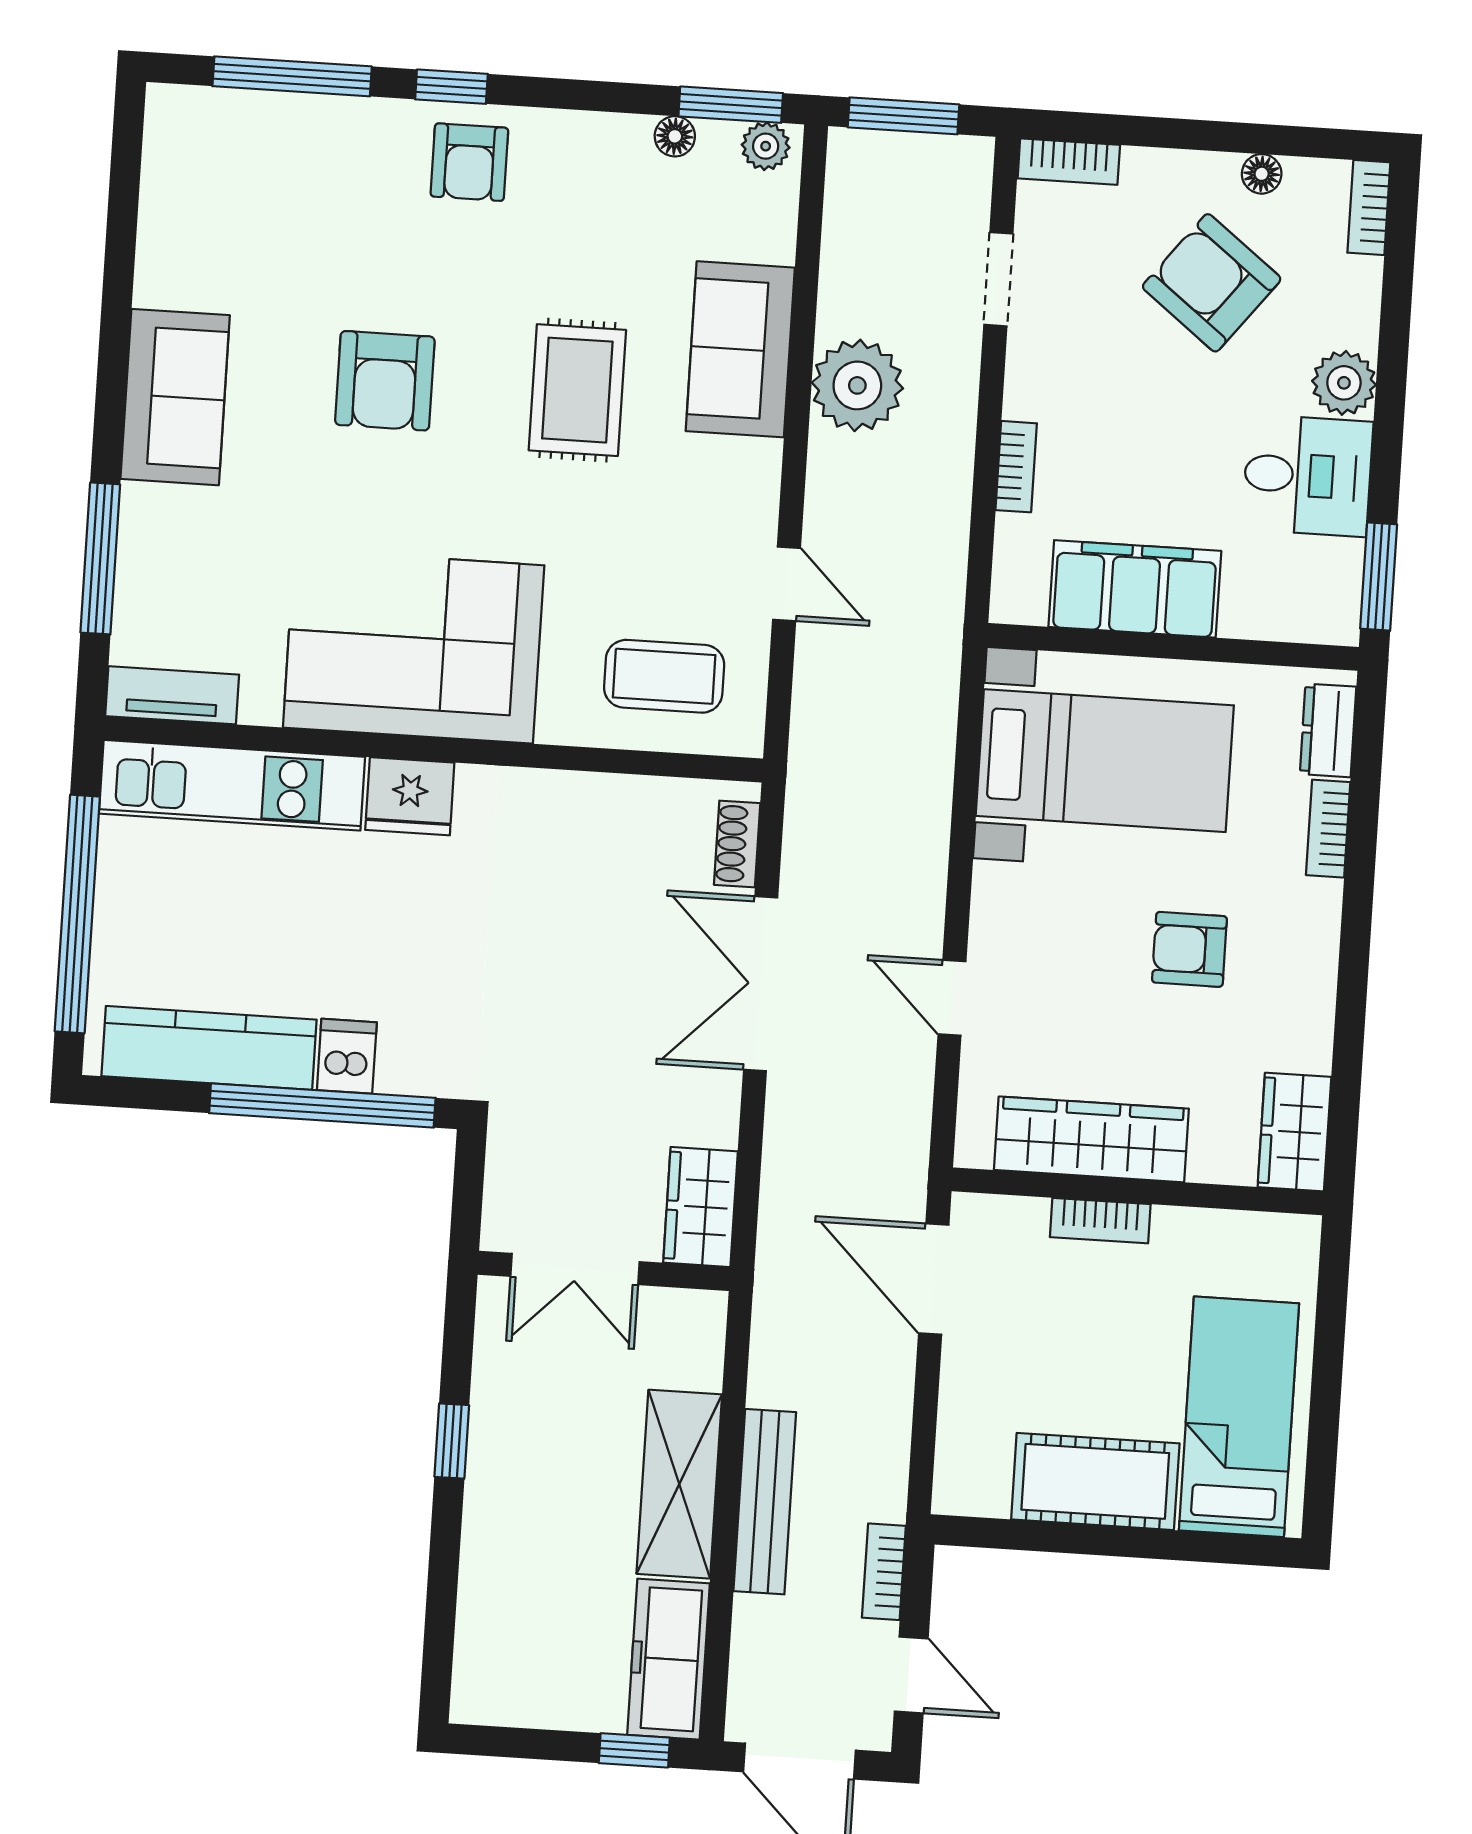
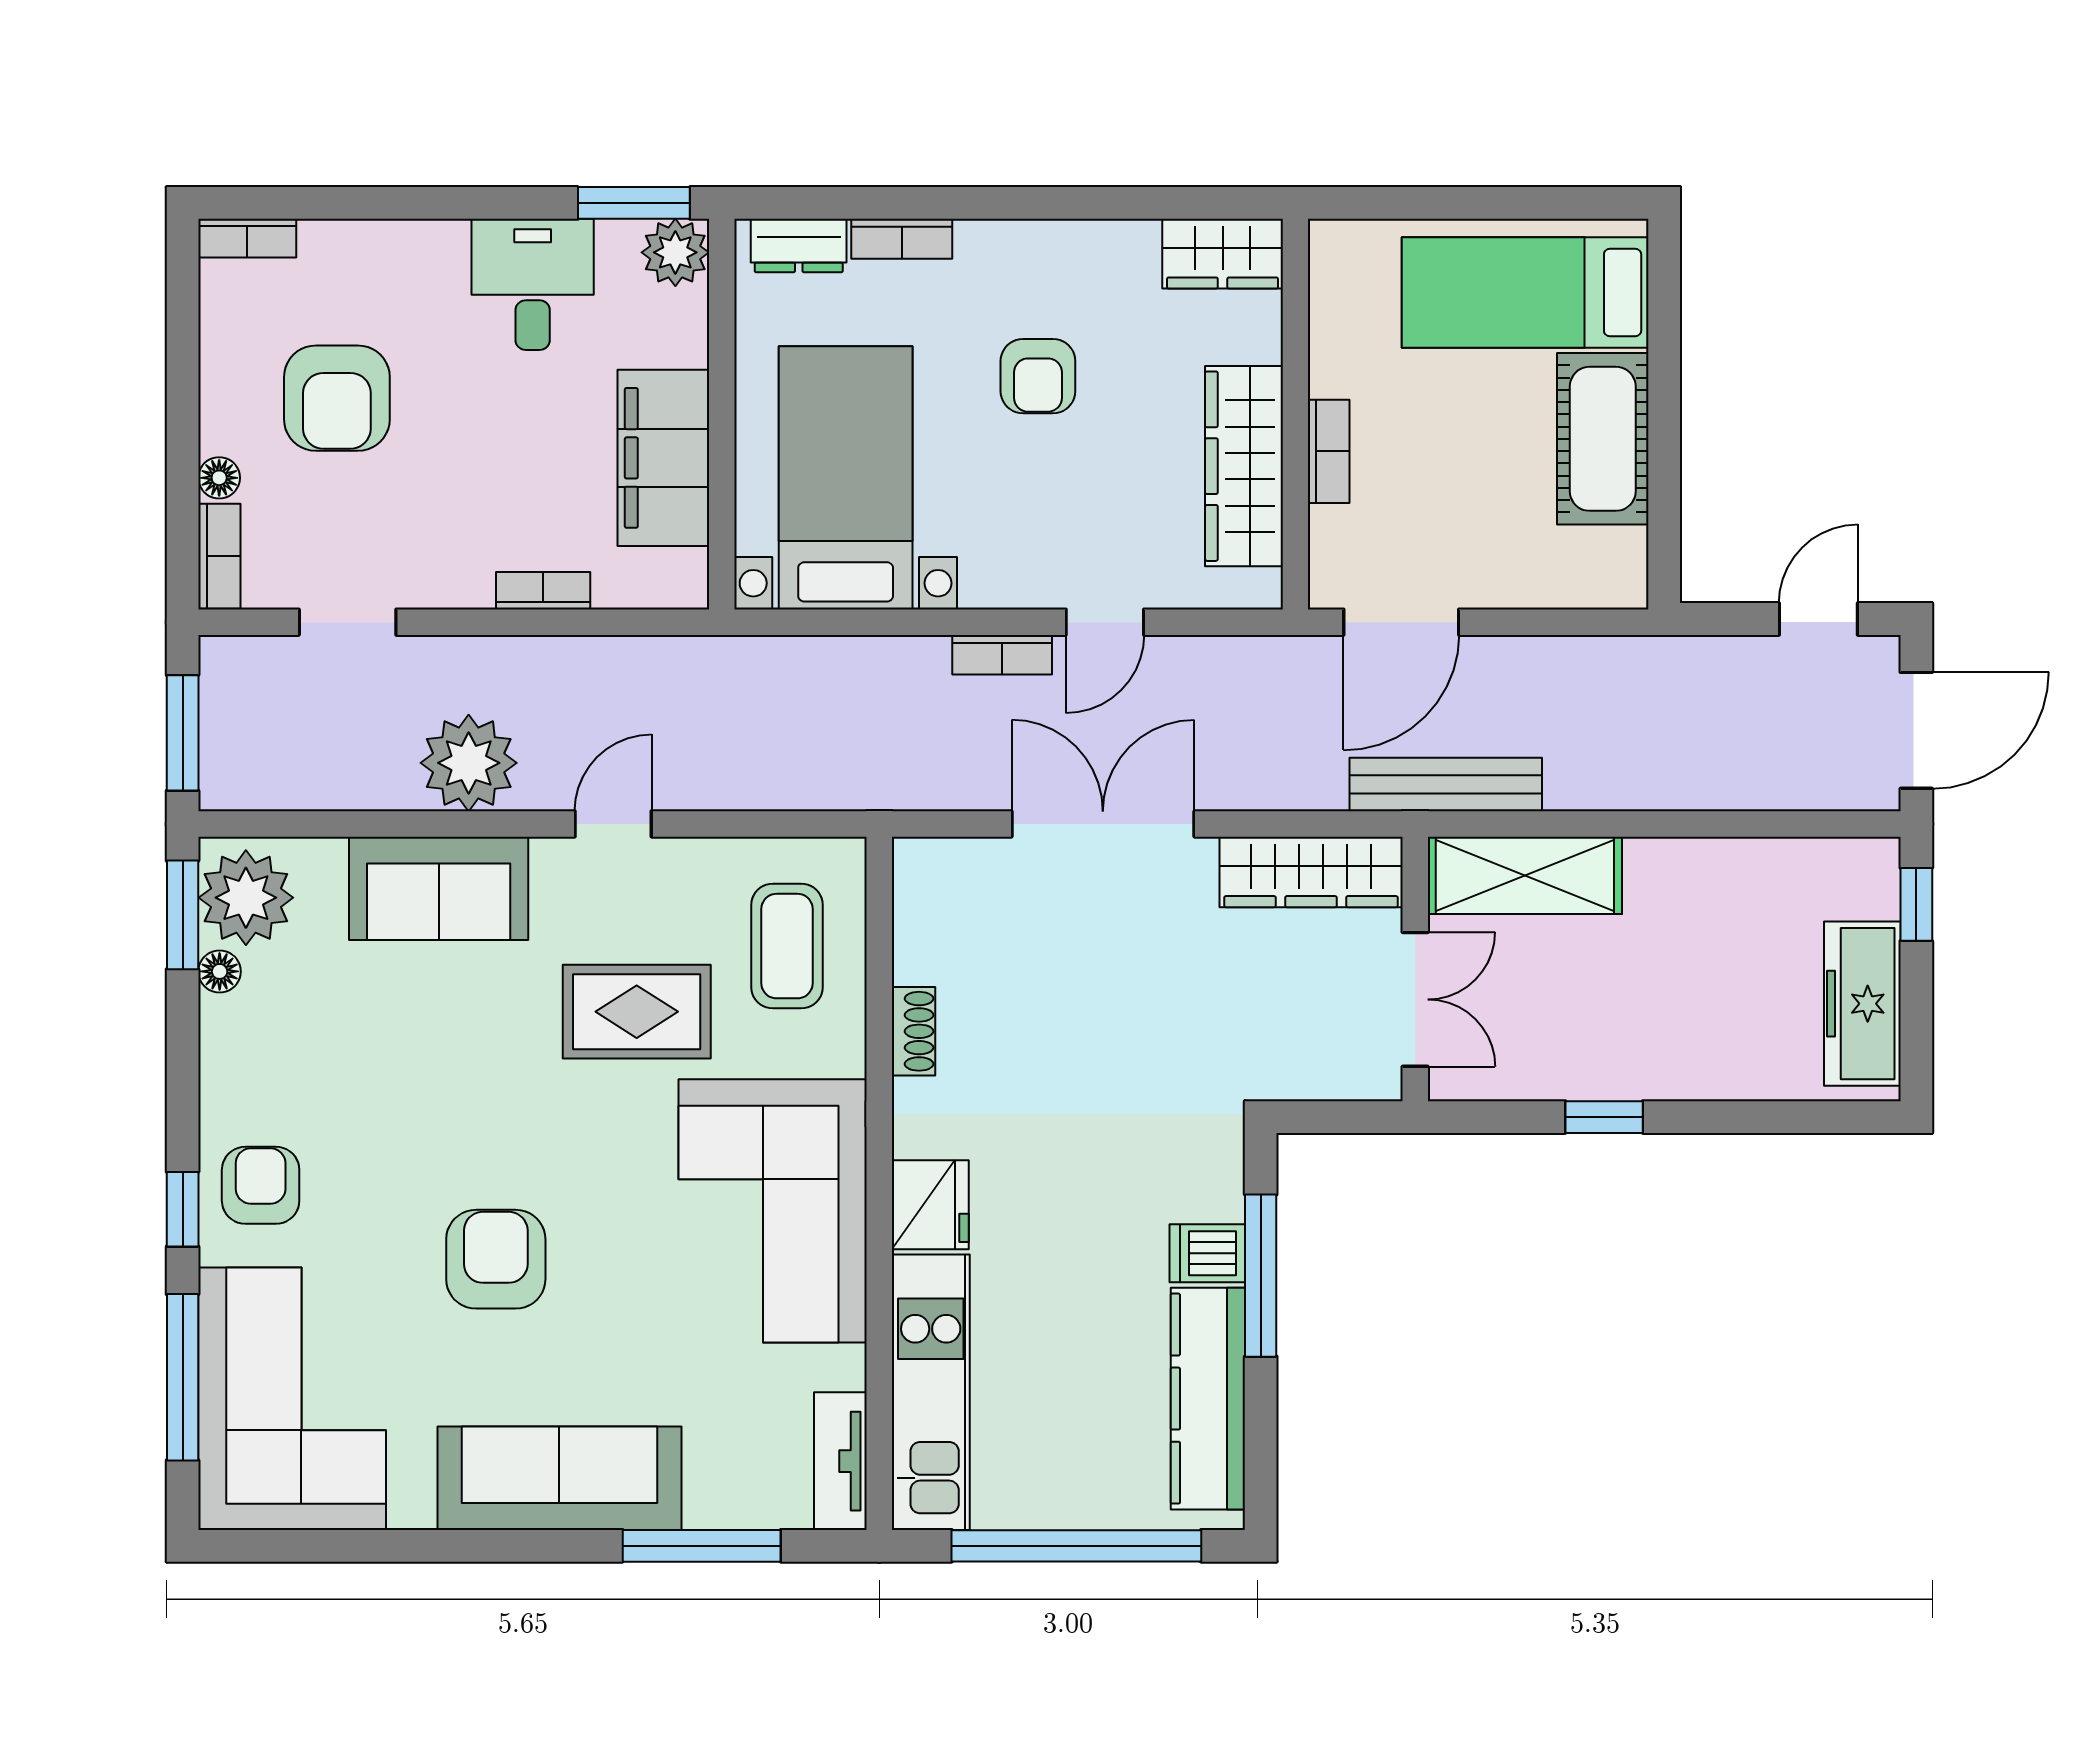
plant: (766, 146) -> (246, 898), width x1.88, depth x1.88
armchair: (469, 162) -> (261, 1185), turned -90
floor lamp: (1262, 174) -> (219, 478), moved
corner sofa: (265, 179) -> (292, 1399), added
armchair: (1212, 283) -> (337, 398), turned -38
armchair: (385, 381) -> (496, 1259), turned -90
plant: (1344, 383) -> (675, 252), moved
rug: (577, 390) -> (637, 1012), moved
sofa: (175, 397) -> (559, 1478), width x1.36
door: (786, 584) -> (613, 824), moved
shoe rack: (737, 844) -> (913, 1031), moved, turned -90
double door: (761, 984) -> (1103, 824), swing flipped
window: (322, 1106) -> (1261, 1276), width x0.68
wardrobe: (700, 1207) -> (1311, 872), width x1.50
shelving: (679, 1484) -> (1525, 875), moved
bench: (765, 1502) -> (1446, 784), moved
bookcase: (884, 1572) -> (1002, 655), moved
freezer: (668, 1659) -> (1862, 1004), moved, turned 90

